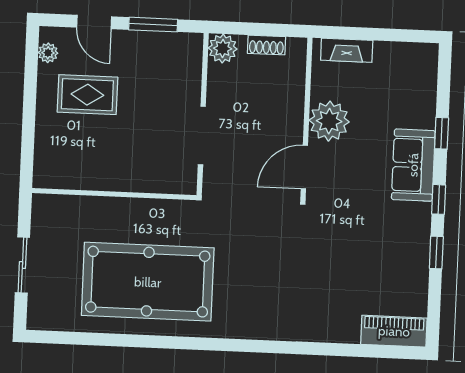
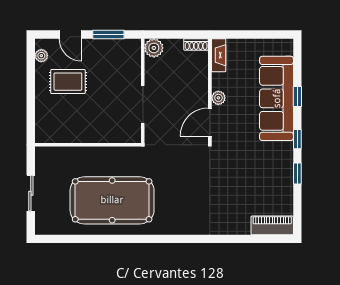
shoe rack: (266, 45) -> (196, 44), moved
fireplace: (347, 50) -> (219, 55), moved, turned -90
plant: (329, 121) -> (218, 98), width x0.53, depth x0.53
sofa: (413, 165) -> (277, 98), width x1.85, depth x1.27

